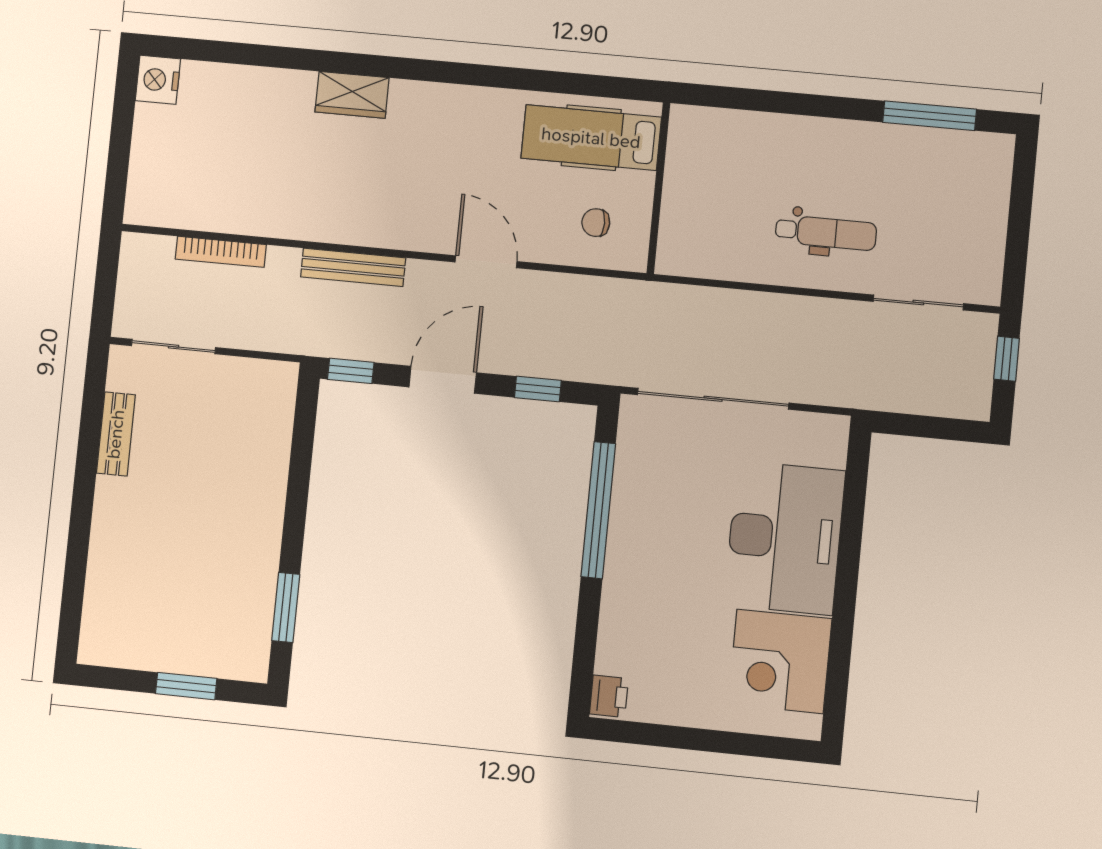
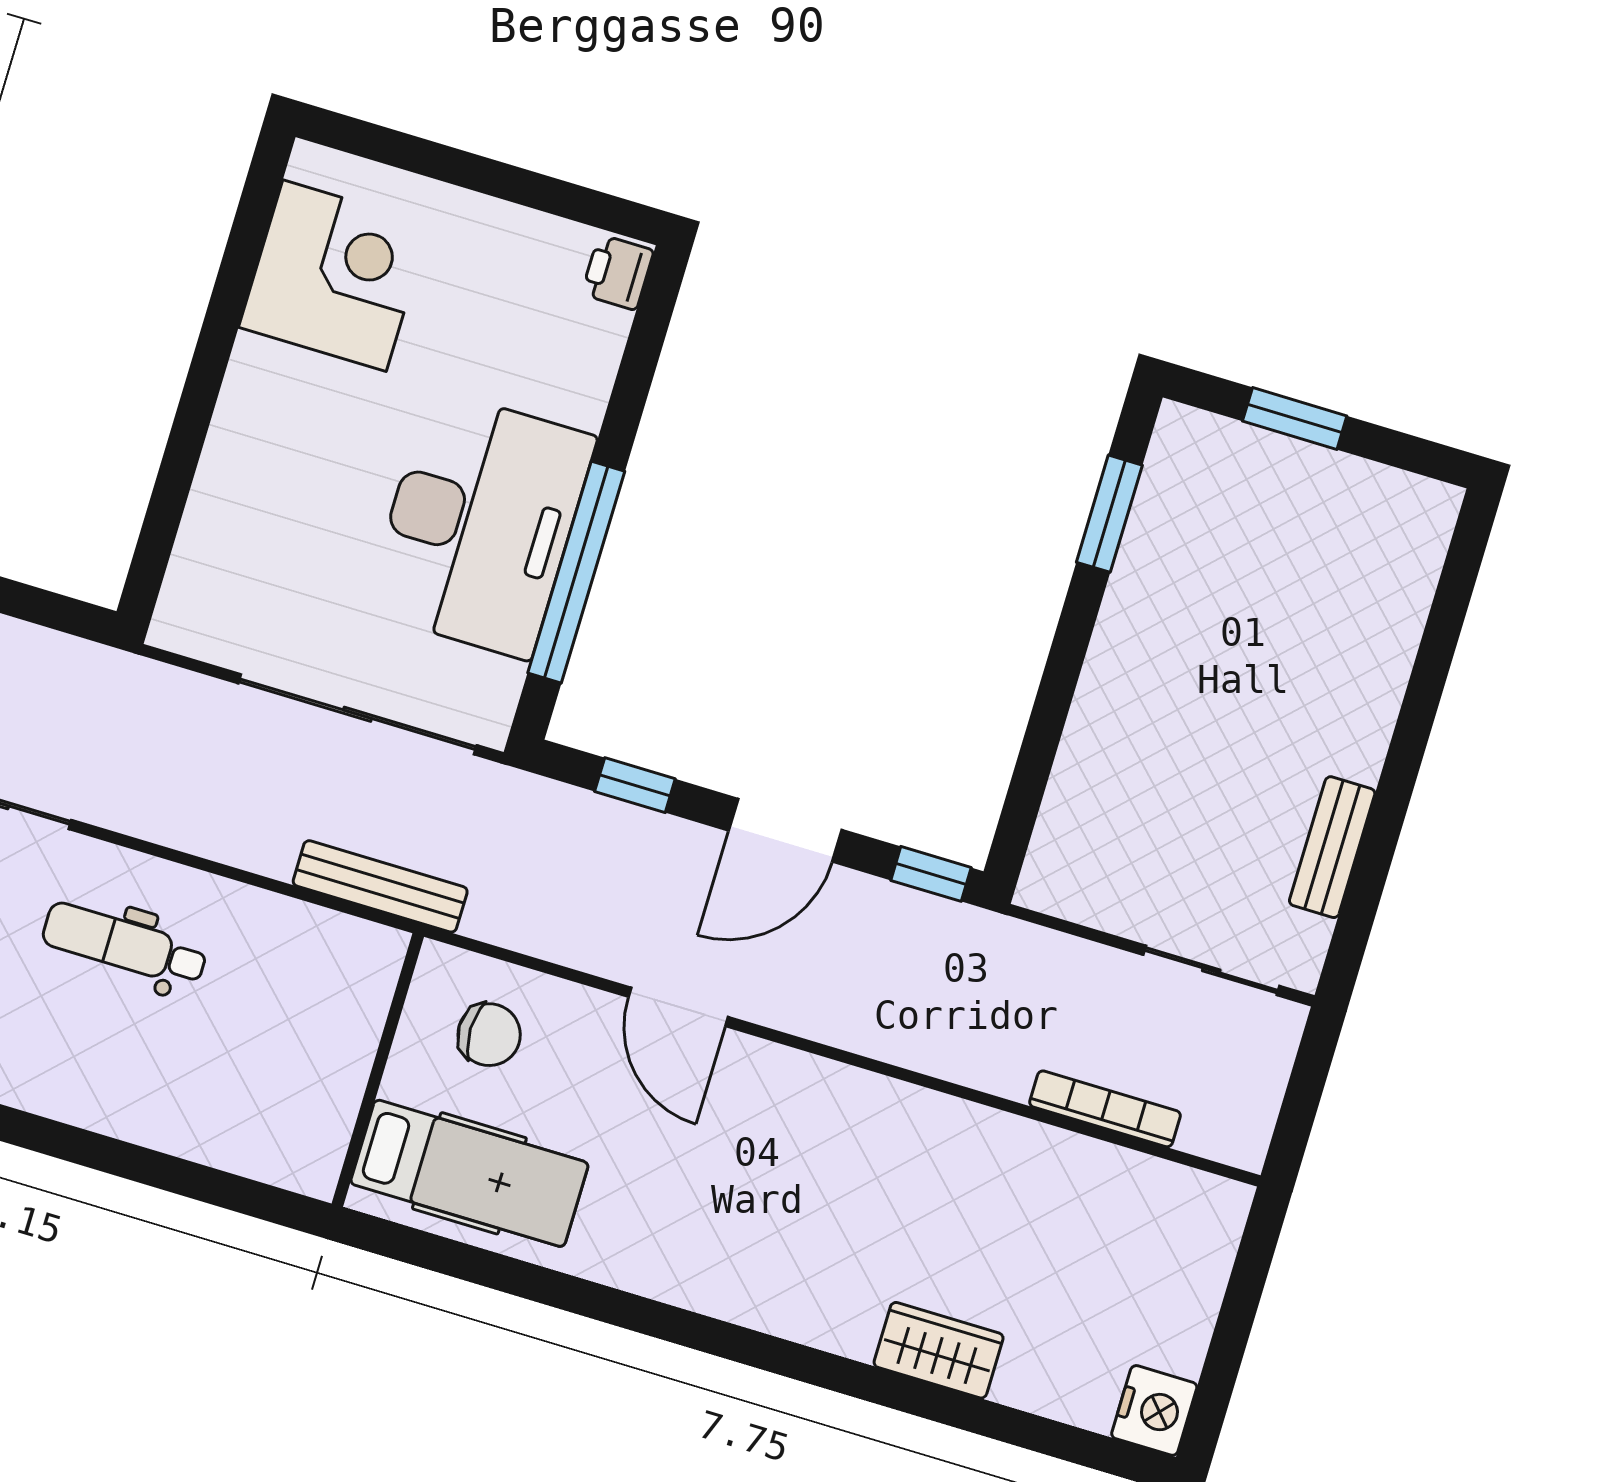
wardrobe: (352, 95) -> (939, 1350), moved
chair: (596, 223) -> (489, 1035), width x1.37, depth x1.37
bench: (353, 267) -> (380, 886), moved
desk: (785, 538) -> (480, 524), moved, turned 180

